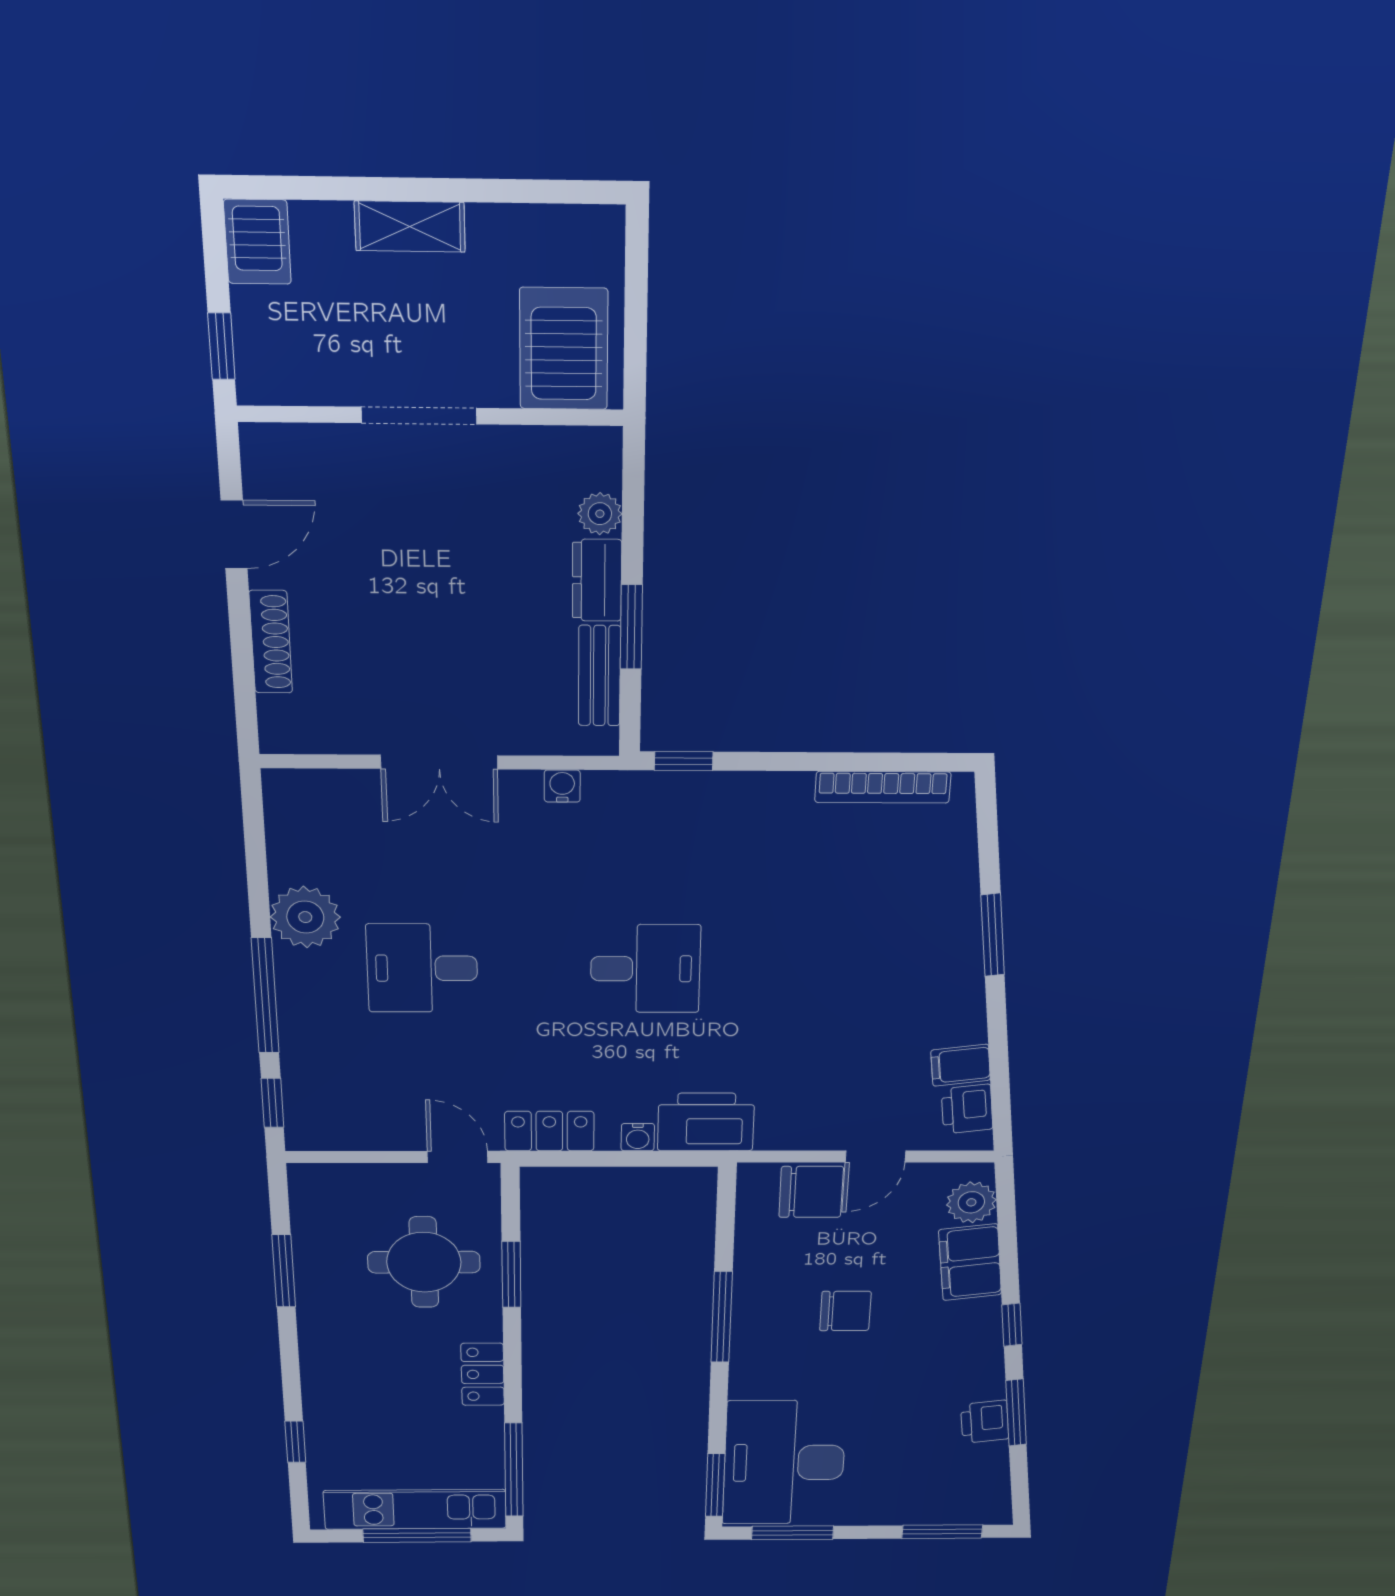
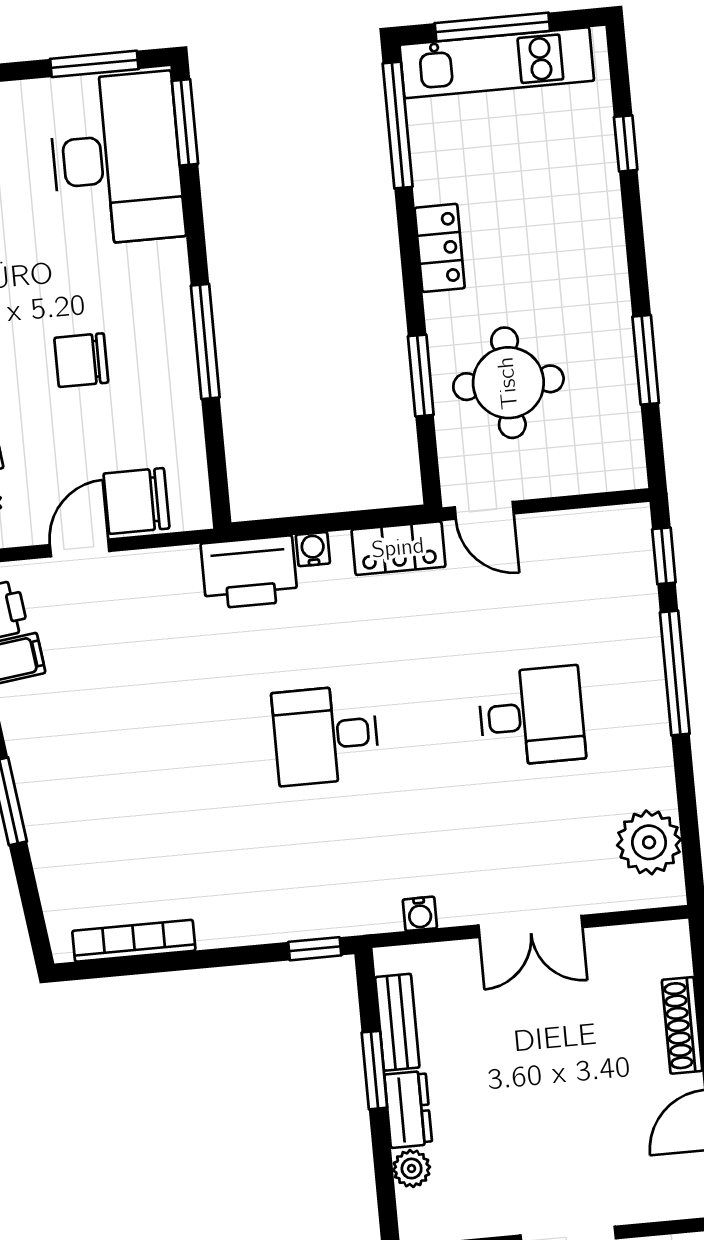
double door: (439, 762) -> (530, 926), swing flipped
plant: (305, 917) -> (649, 842), moved

